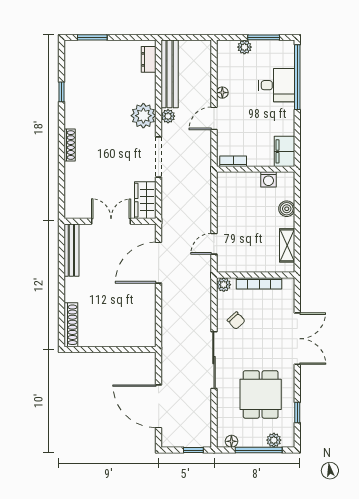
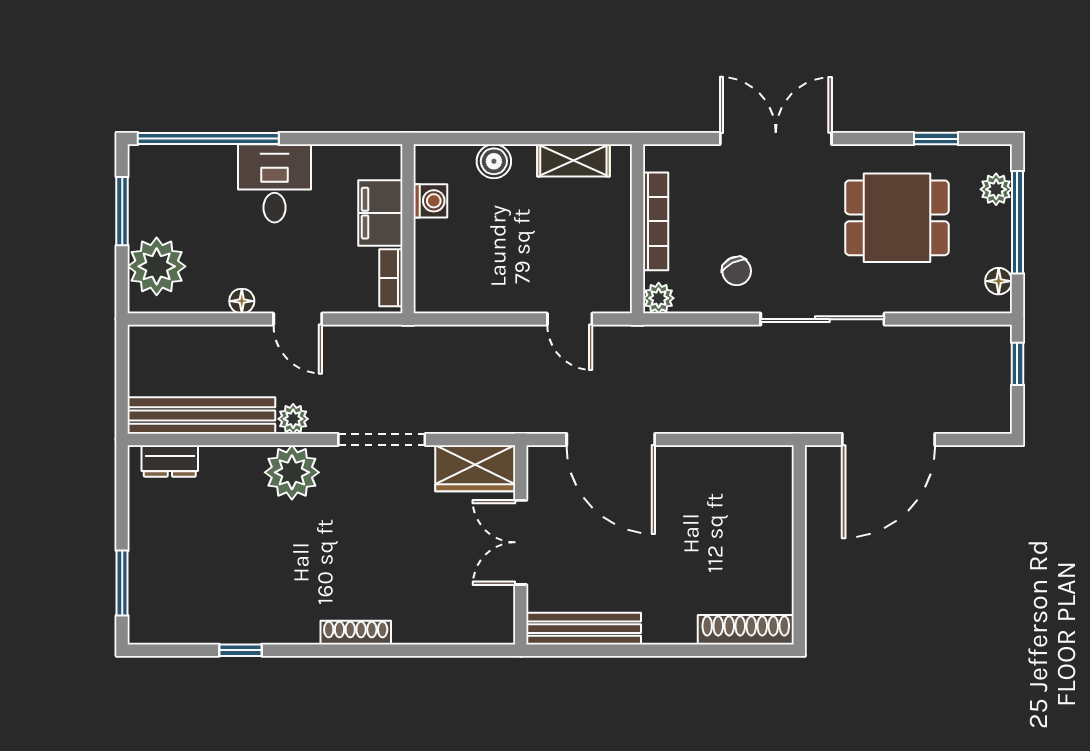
plant: (244, 47) -> (157, 266), width x1.88, depth x1.88
desk: (277, 85) -> (275, 183), moved
filing cabinet: (285, 151) -> (380, 213), moved, turned 90
chair: (236, 321) -> (737, 271), turned 106
door: (159, 406) -> (888, 440), moved

